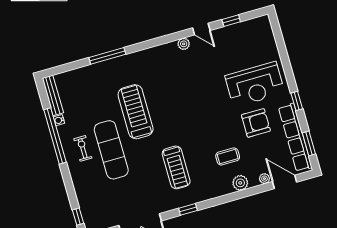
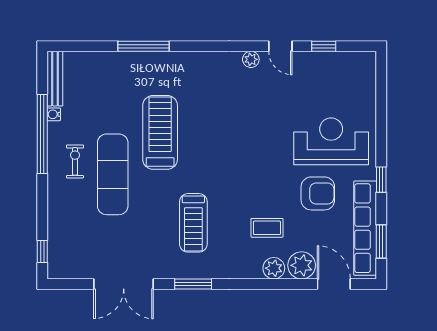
reception desk: (255, 84) -> (331, 141), turned 180
plant: (264, 179) -> (302, 265), width x1.87, depth x1.87
window: (188, 209) -> (193, 284), width x1.50

